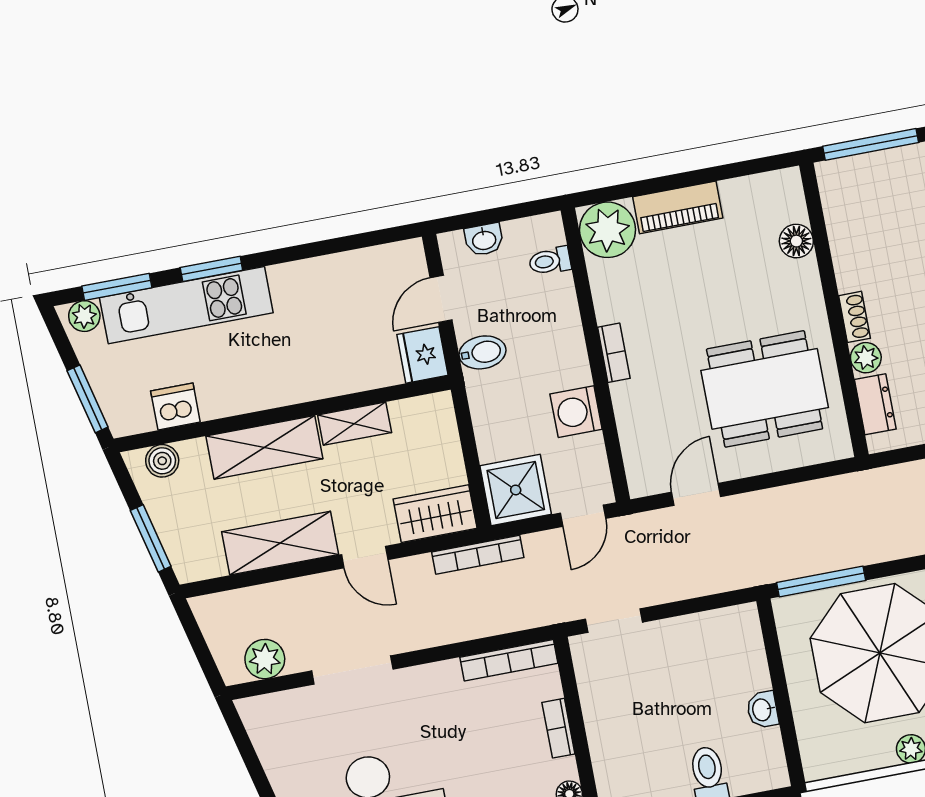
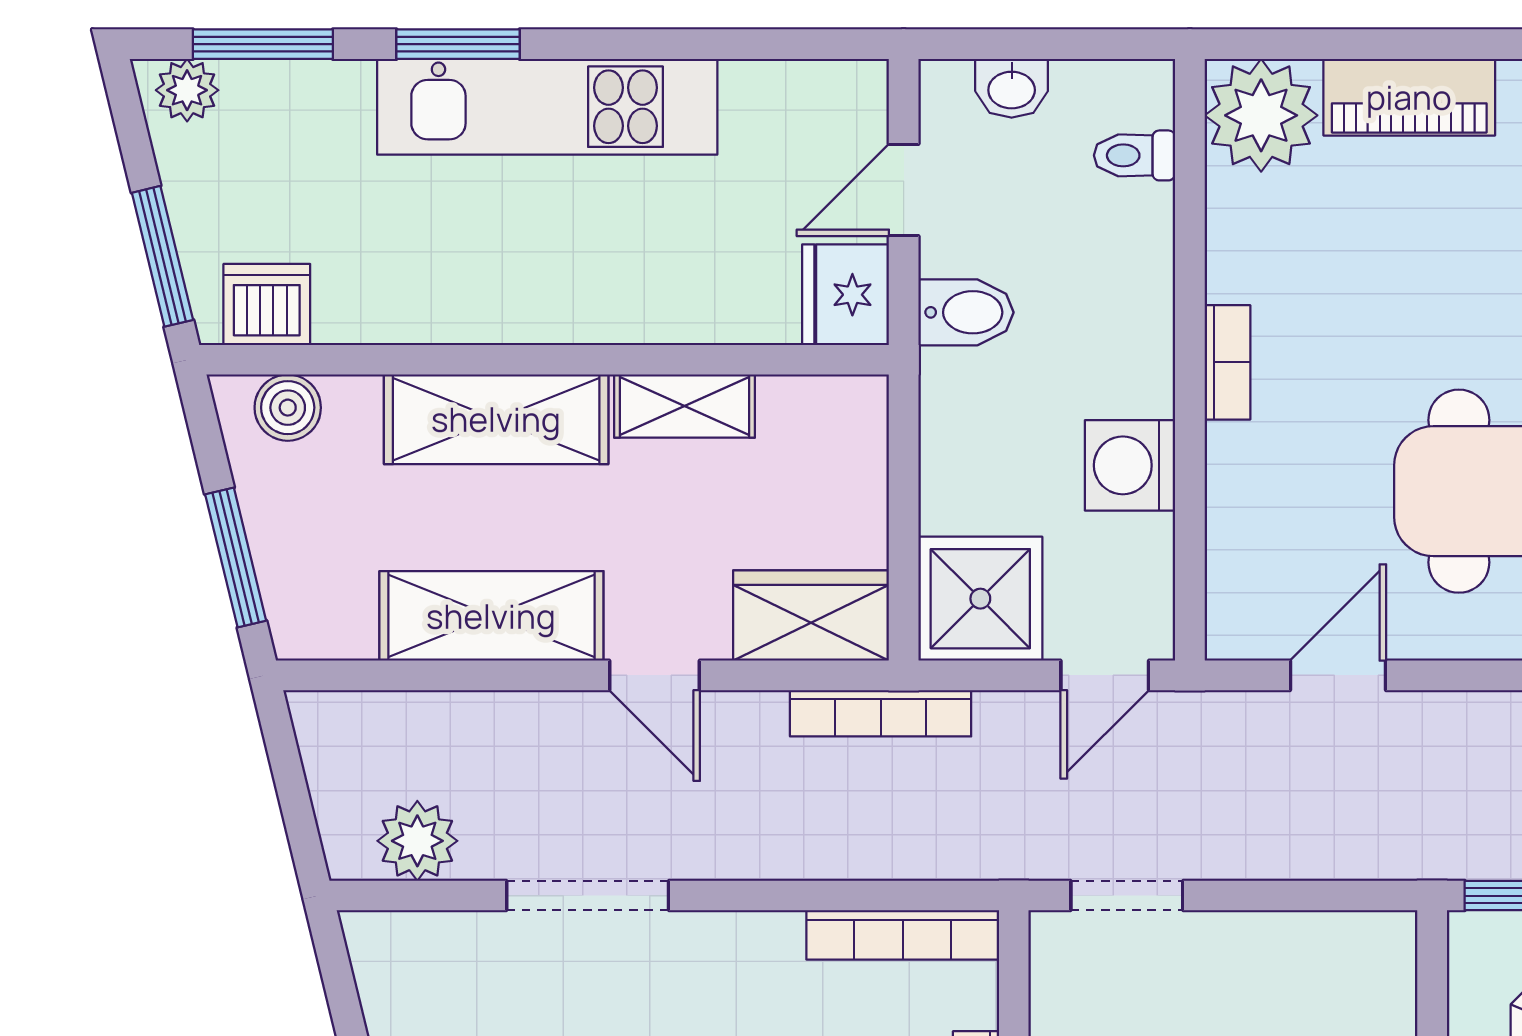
kitchen unit: (186, 305) -> (547, 107), moved
dishwasher: (175, 407) -> (267, 304), moved

